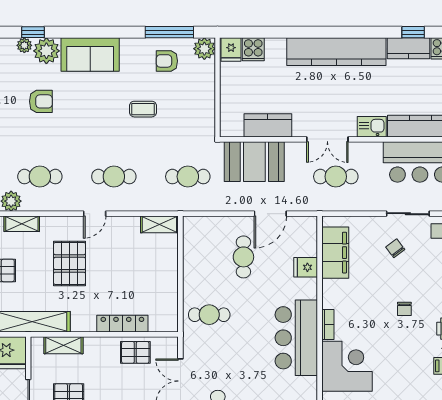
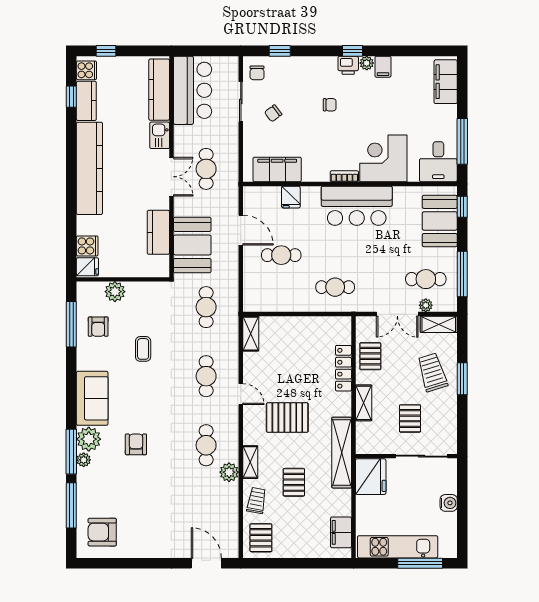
window: (33, 32) -> (71, 452), width x2.17
plant: (204, 49) -> (115, 292), moved
cafe table: (209, 315) -> (335, 287), turned 90
shelving: (63, 345) -> (364, 403), moved

